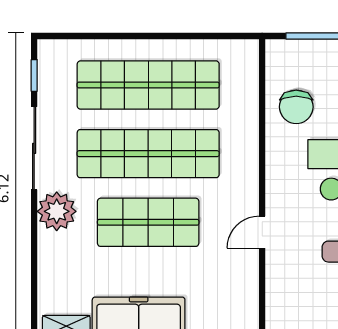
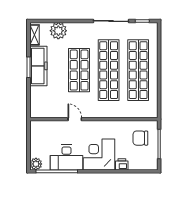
chair: (296, 107) -> (140, 138), moved
plant: (57, 211) -> (58, 31), moved

